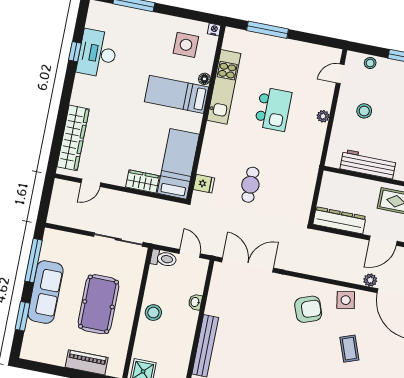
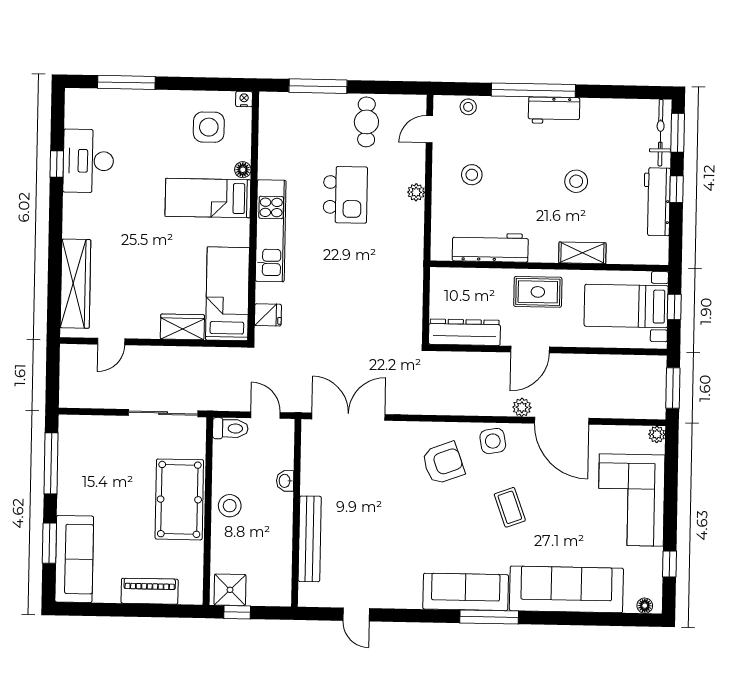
kitchen unit: (224, 87) -> (271, 231), moved
cafe table: (250, 185) -> (366, 122), moved
sofa: (45, 292) -> (74, 559), moved
pool table: (98, 304) -> (179, 499), moved

